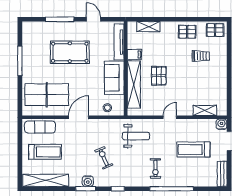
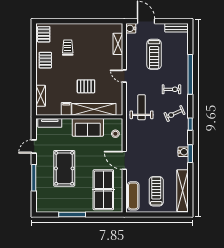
tv unit: (119, 42) -> (50, 123), width x0.71
exercise bike: (104, 158) -> (174, 114), moved

